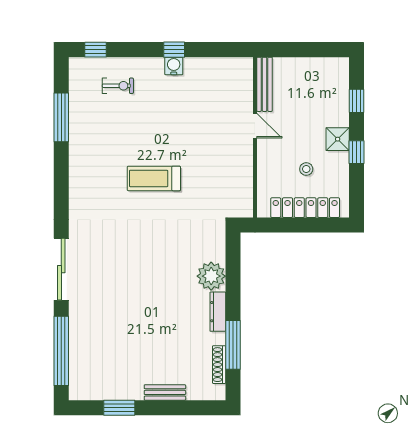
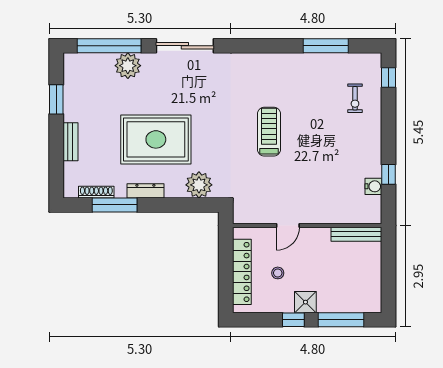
window: (174, 50) -> (388, 174), moved
water cooler: (174, 66) -> (373, 186), moved
window: (357, 101) -> (341, 320), width x2.17
door: (255, 126) -> (288, 226), moved
plant: (211, 276) -> (199, 185), moved
rug: (162, 300) -> (156, 139), added
plant: (83, 331) -> (128, 66), added

